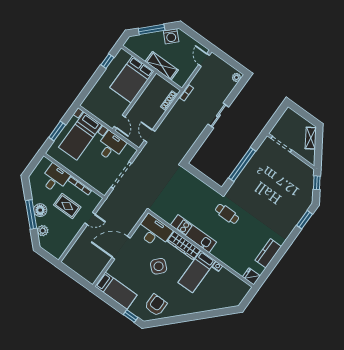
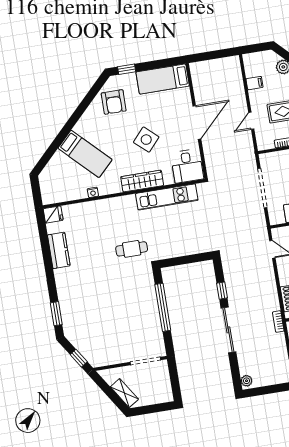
sliding door: (218, 116) -> (228, 330), width x1.37
window: (200, 141) -> (222, 291), added
desk: (154, 232) -> (187, 166), width x0.73
kitchen unit: (193, 234) -> (167, 197), moved
filing cabinet: (67, 238) -> (255, 83), added
bed: (197, 272) -> (85, 154), moved, turned 135

